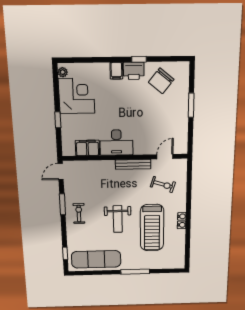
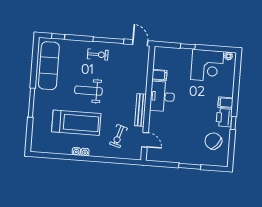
filing cabinet: (87, 148) -> (159, 75), width x0.50
window: (62, 204) -> (108, 40), width x1.44
treadmill: (152, 228) -> (76, 123), turned 180

